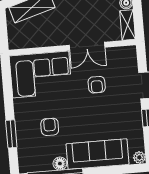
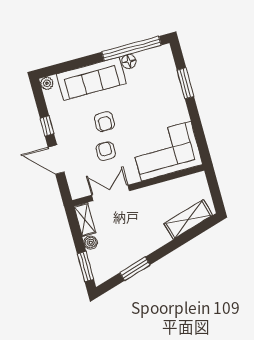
double door: (87, 46) -> (110, 193), moved
armchair: (50, 127) -> (104, 122), moved

